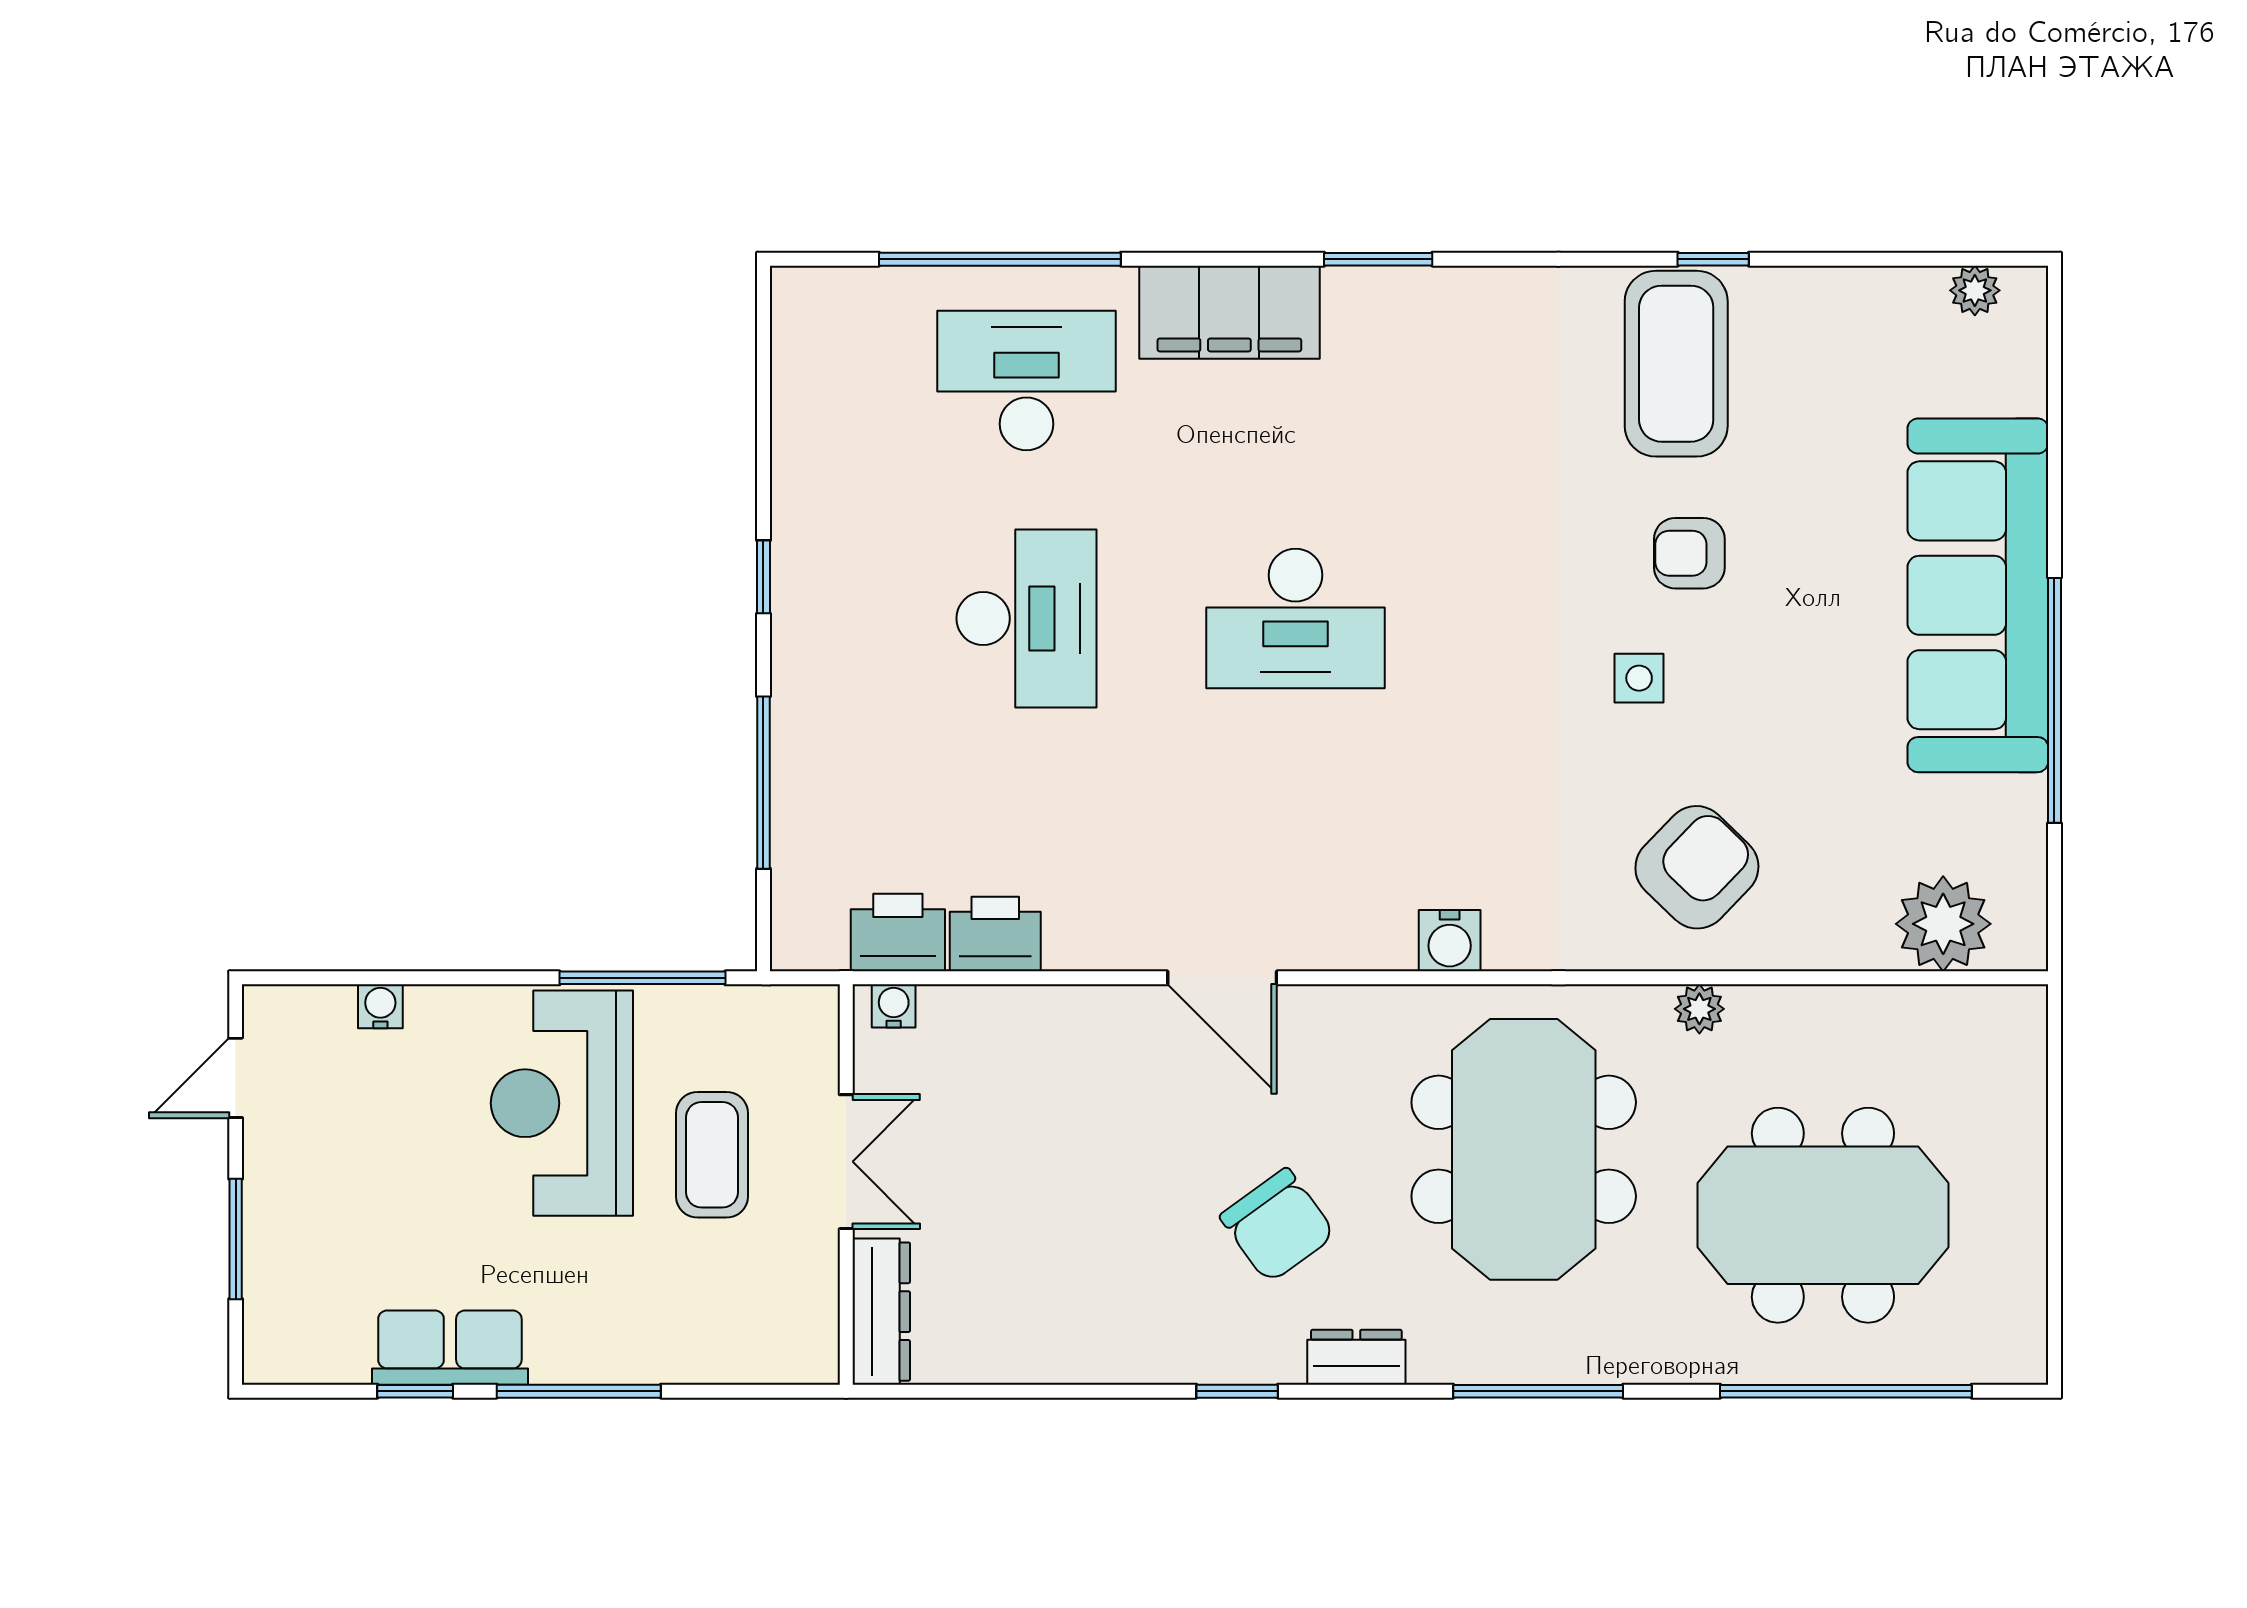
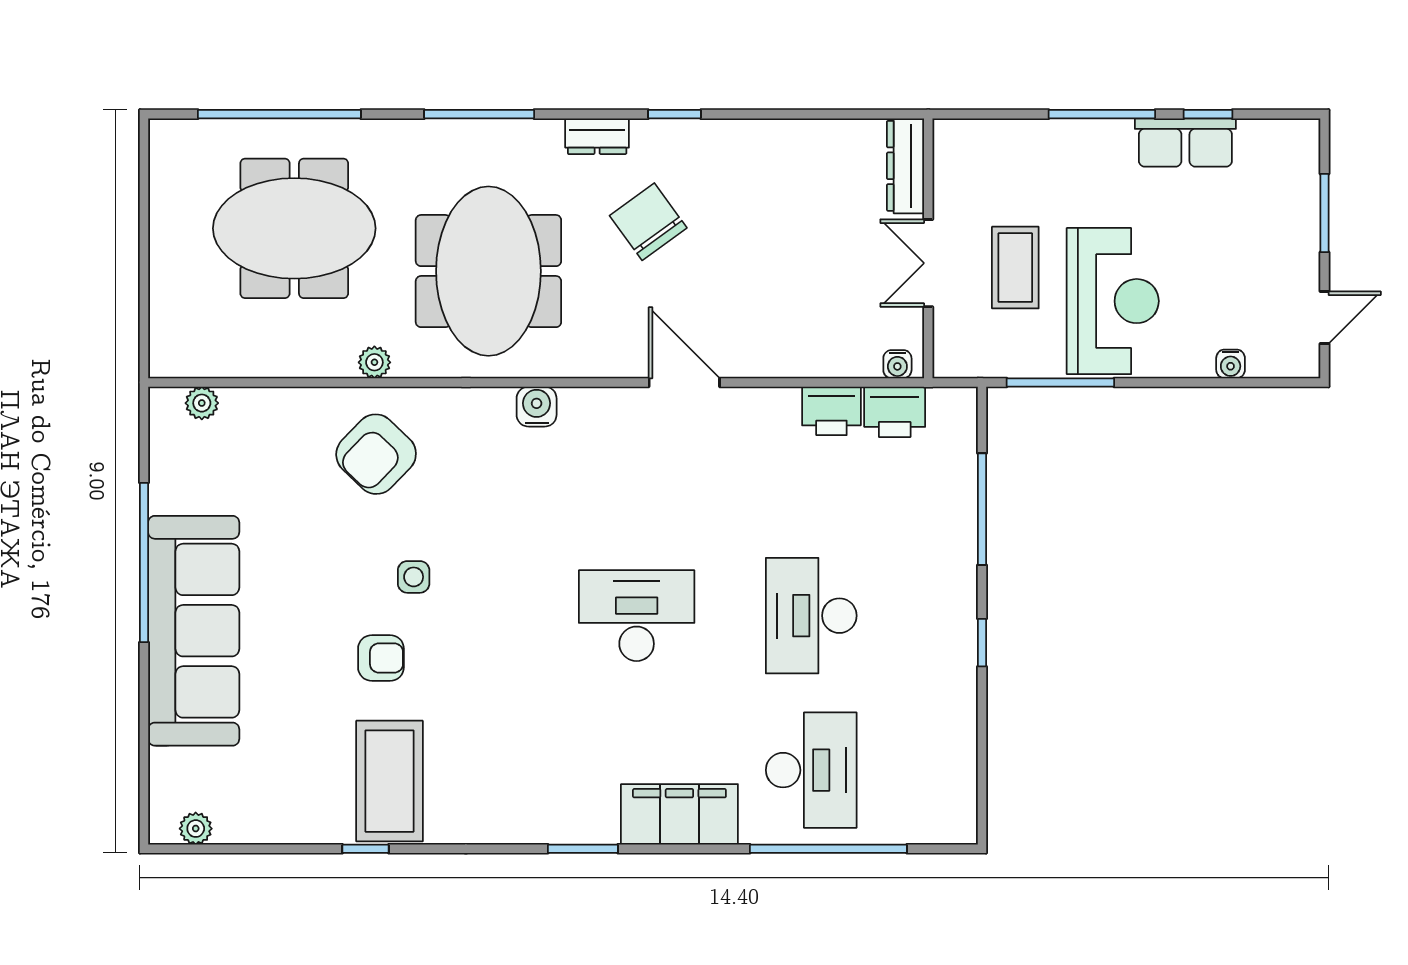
desk: (1026, 380) -> (811, 770), turned -90
plant: (1943, 924) -> (202, 403), width x0.53, depth x0.53

